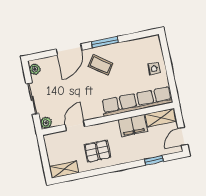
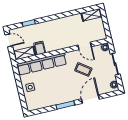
coffee table: (101, 65) -> (83, 69), moved
door: (75, 126) -> (85, 46), hinge flipped
filing cabinet: (133, 126) -> (40, 48), width x0.50
door: (183, 136) -> (9, 40), hinge flipped
pallet: (97, 151) -> (68, 28), removed

